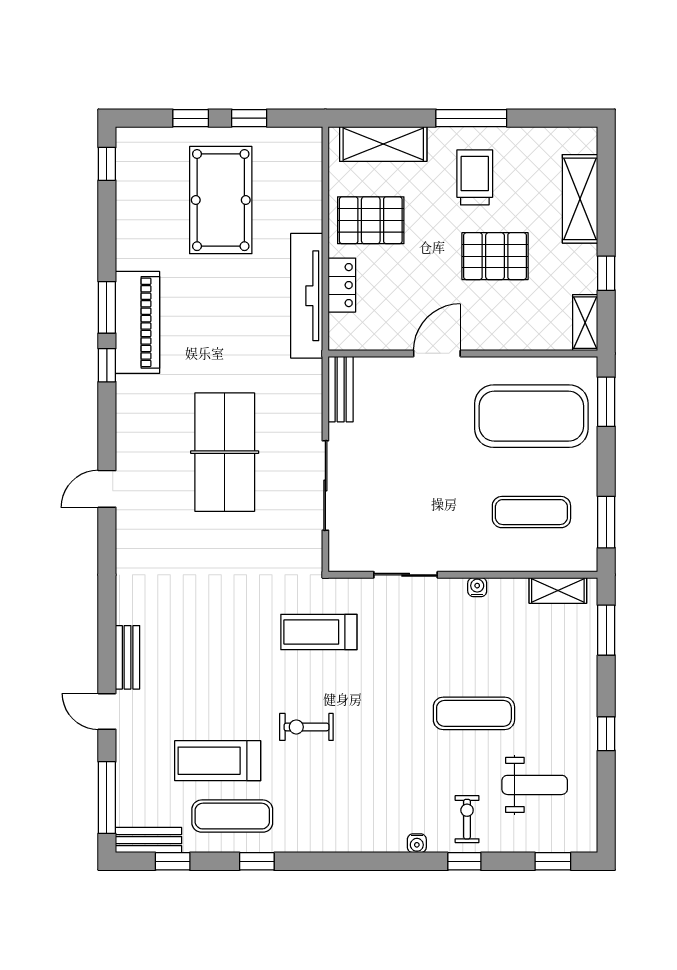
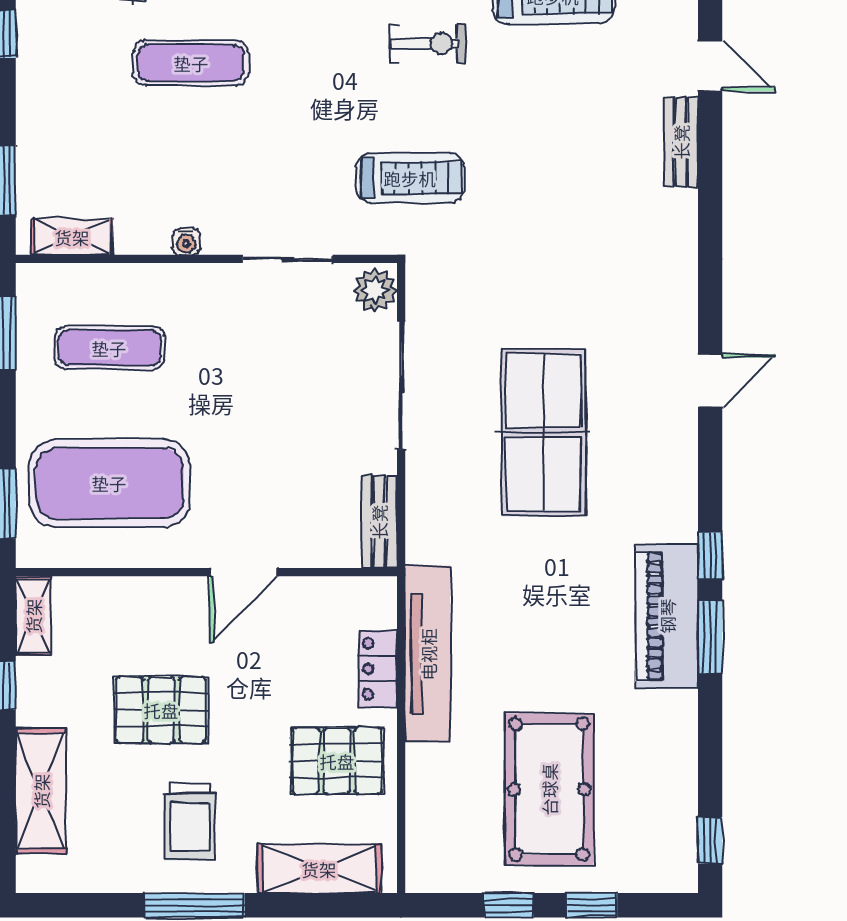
plant: (344, 553) -> (375, 290), added

